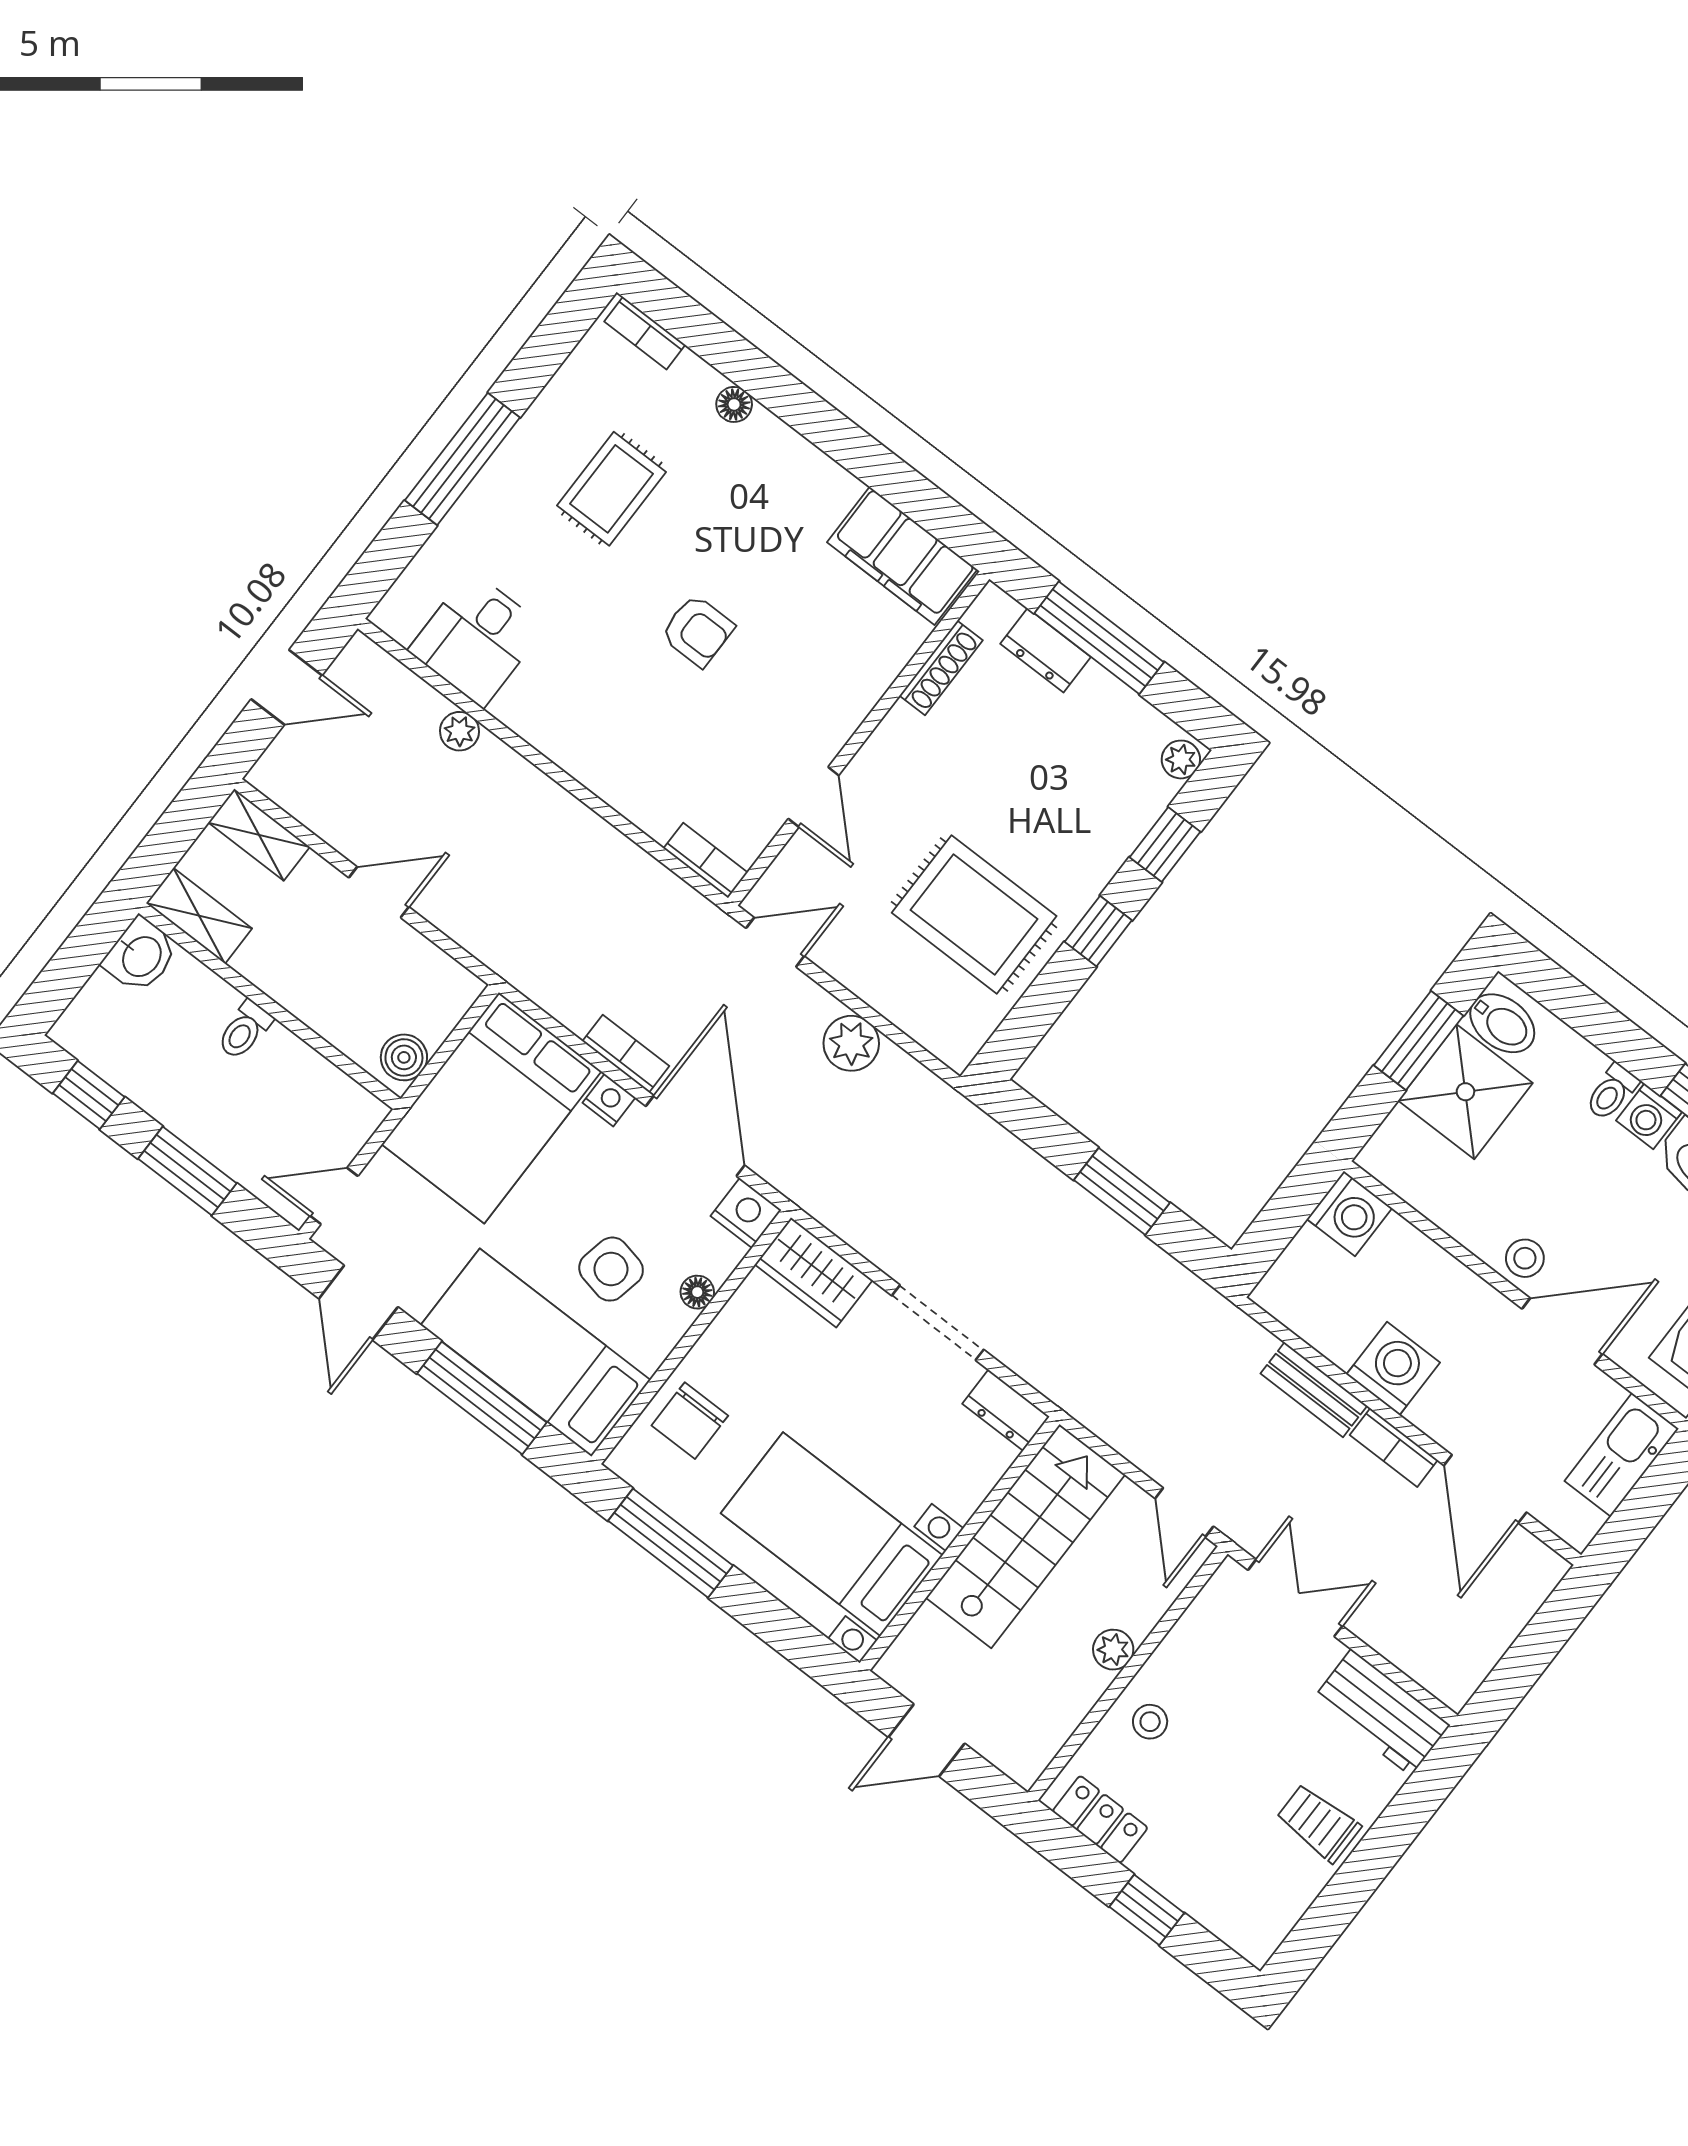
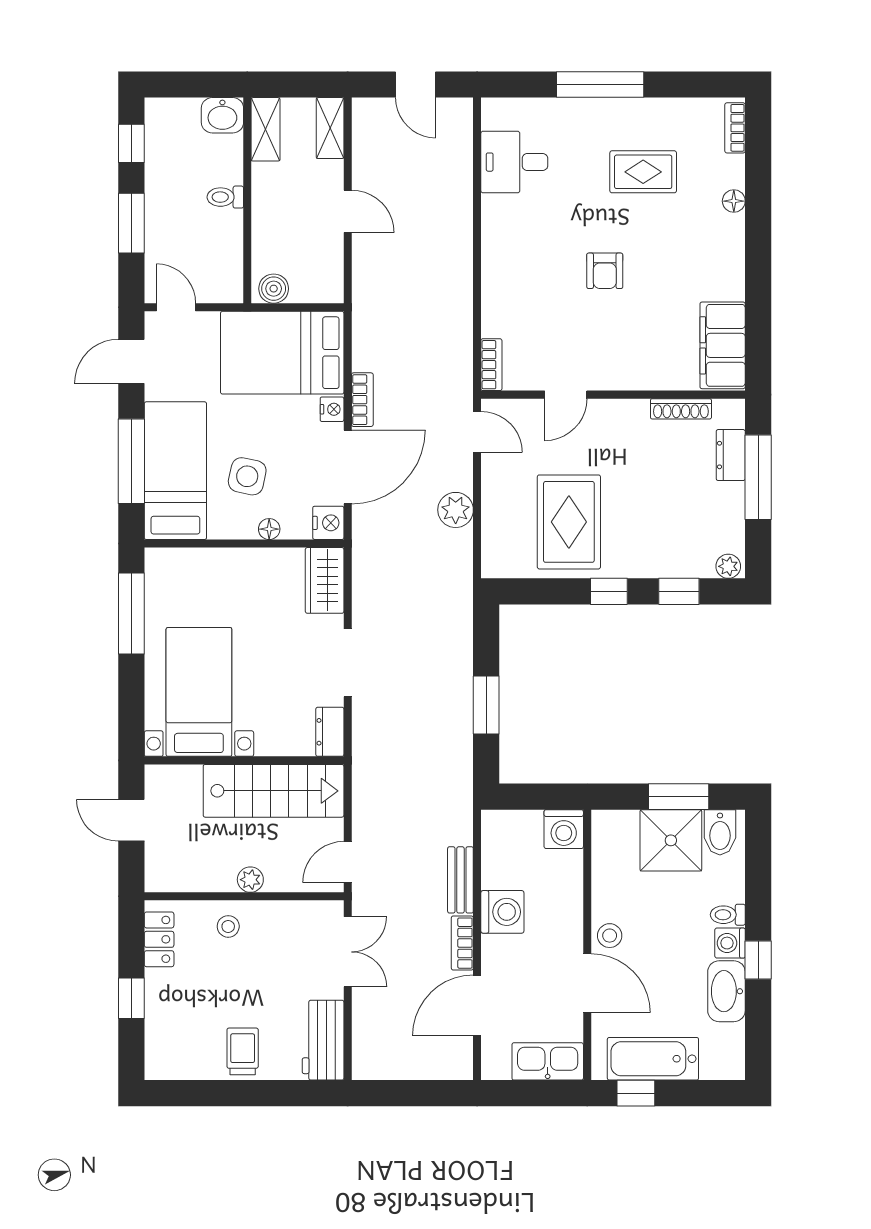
plant: (459, 731) -> (461, 189), removed
chair: (690, 1421) -> (201, 575), removed

